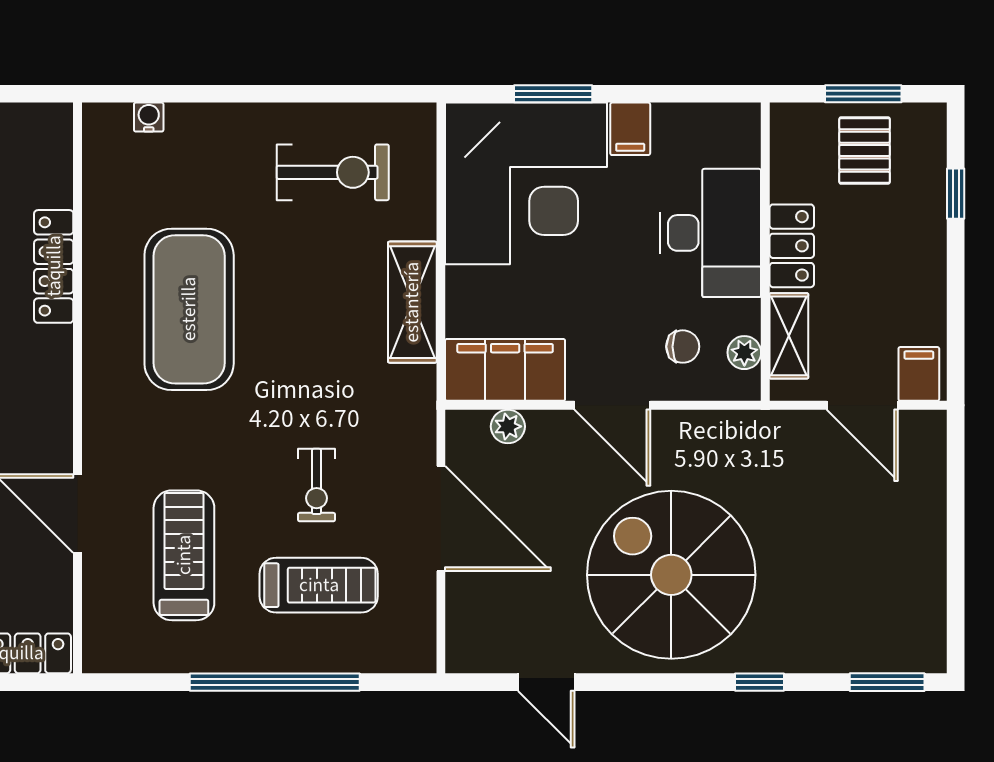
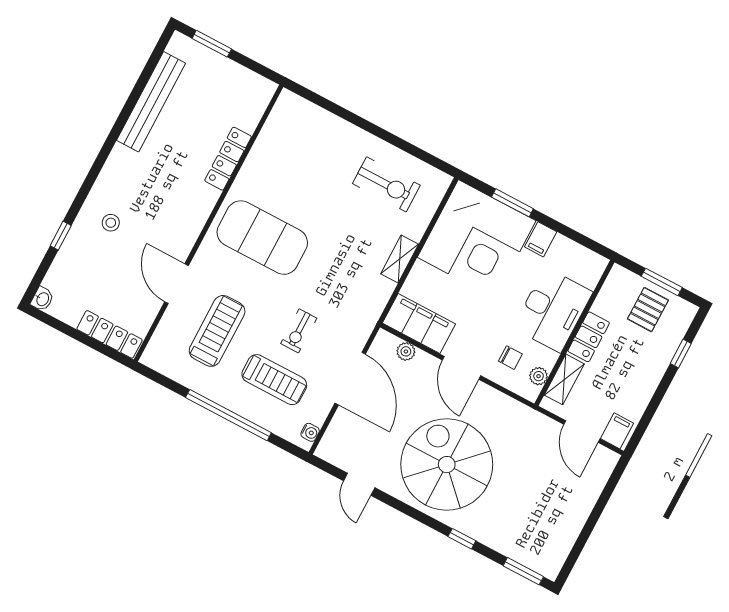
water cooler: (149, 117) -> (310, 432), moved, turned 90
shelving: (412, 302) -> (400, 259), width x0.67, depth x0.75
exercise mat: (189, 309) -> (262, 238), moved, turned 90

